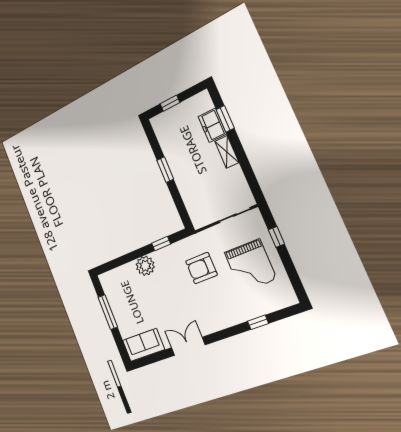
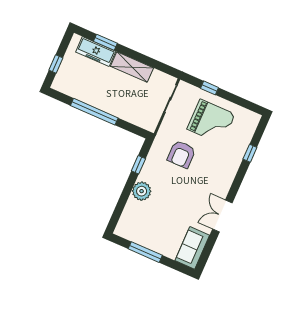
freezer: (212, 125) -> (96, 52), width x1.40
shelving: (227, 152) -> (132, 67), width x1.50, depth x1.33
window: (165, 170) -> (94, 112), width x2.11

